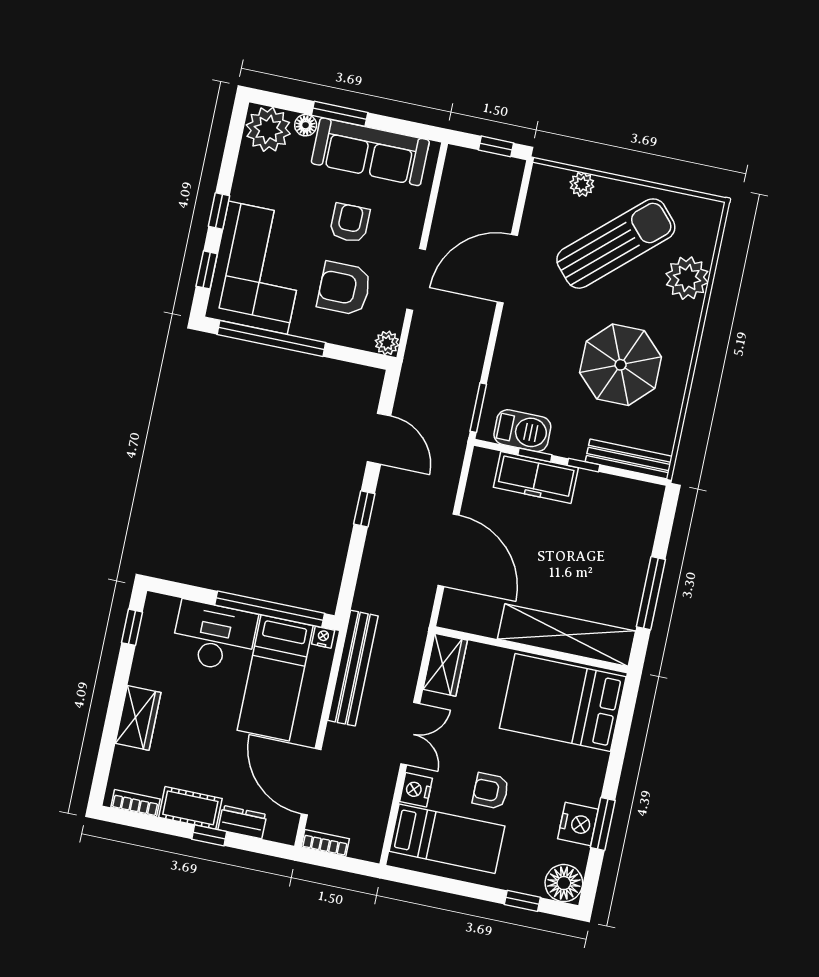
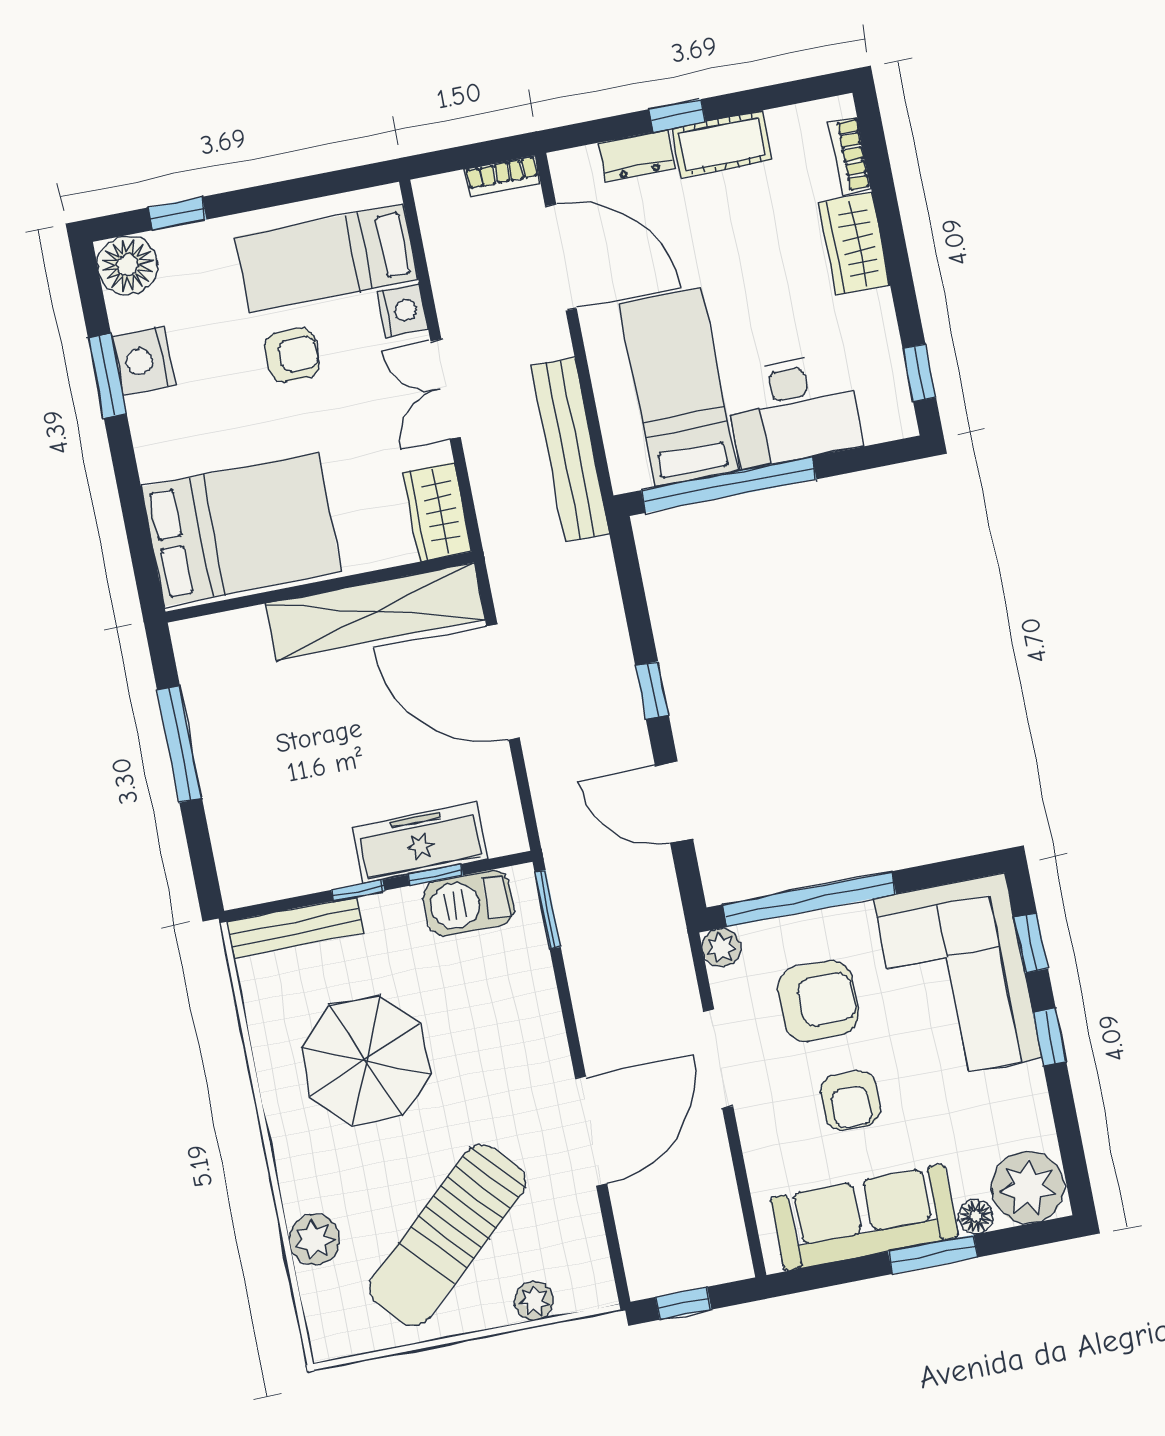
plant: (687, 278) -> (314, 1239), width x0.73, depth x0.73
window: (271, 339) -> (809, 899), moved
shelving: (567, 635) -> (375, 611), moved
nightstand: (323, 637) -> (633, 477), removed
bookcase: (136, 803) -> (850, 155), moved, turned 90

